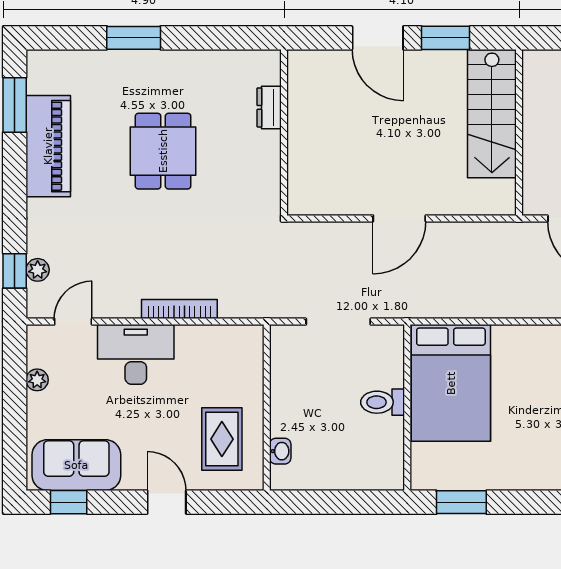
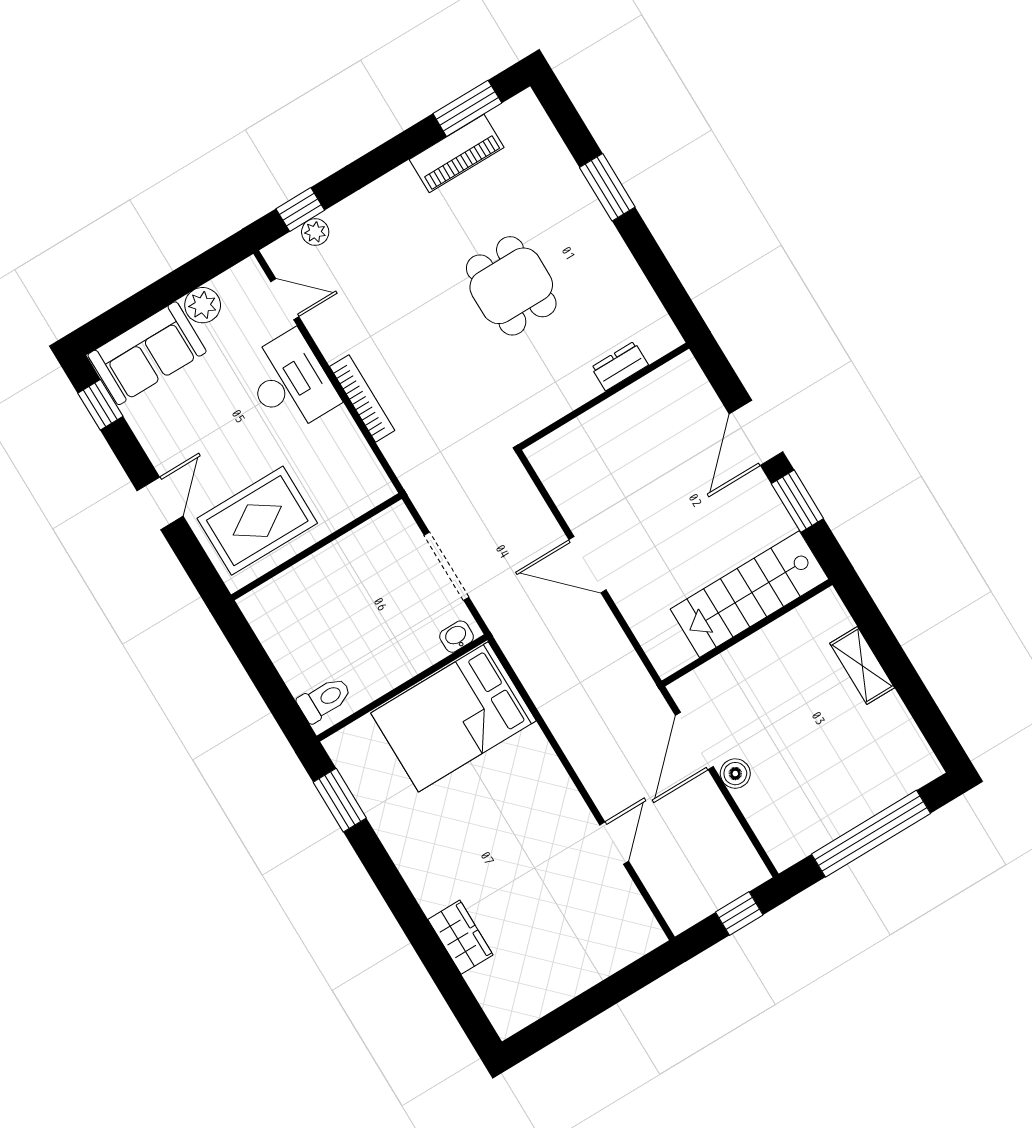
piano: (48, 146) -> (457, 153), width x0.73, depth x0.75
dining table: (163, 151) -> (511, 286), turned 90
plant: (37, 380) -> (203, 305), width x1.38, depth x1.38
toilet: (383, 402) -> (325, 699), moved, turned 90
rug: (222, 439) -> (257, 521), width x1.36, depth x1.43
washbasin: (280, 451) -> (457, 637), moved, turned 180
sofa: (76, 465) -> (147, 353), moved, turned 90

